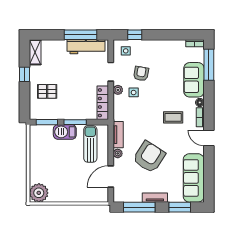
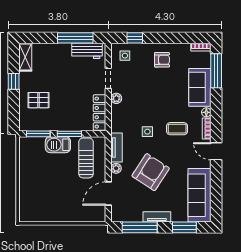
workbench: (86, 47) -> (87, 51), width x0.73
armchair: (141, 74) -> (162, 60), moved, turned 80
side table: (134, 92) -> (147, 132), moved
plant: (39, 193) -> (29, 212), removed

